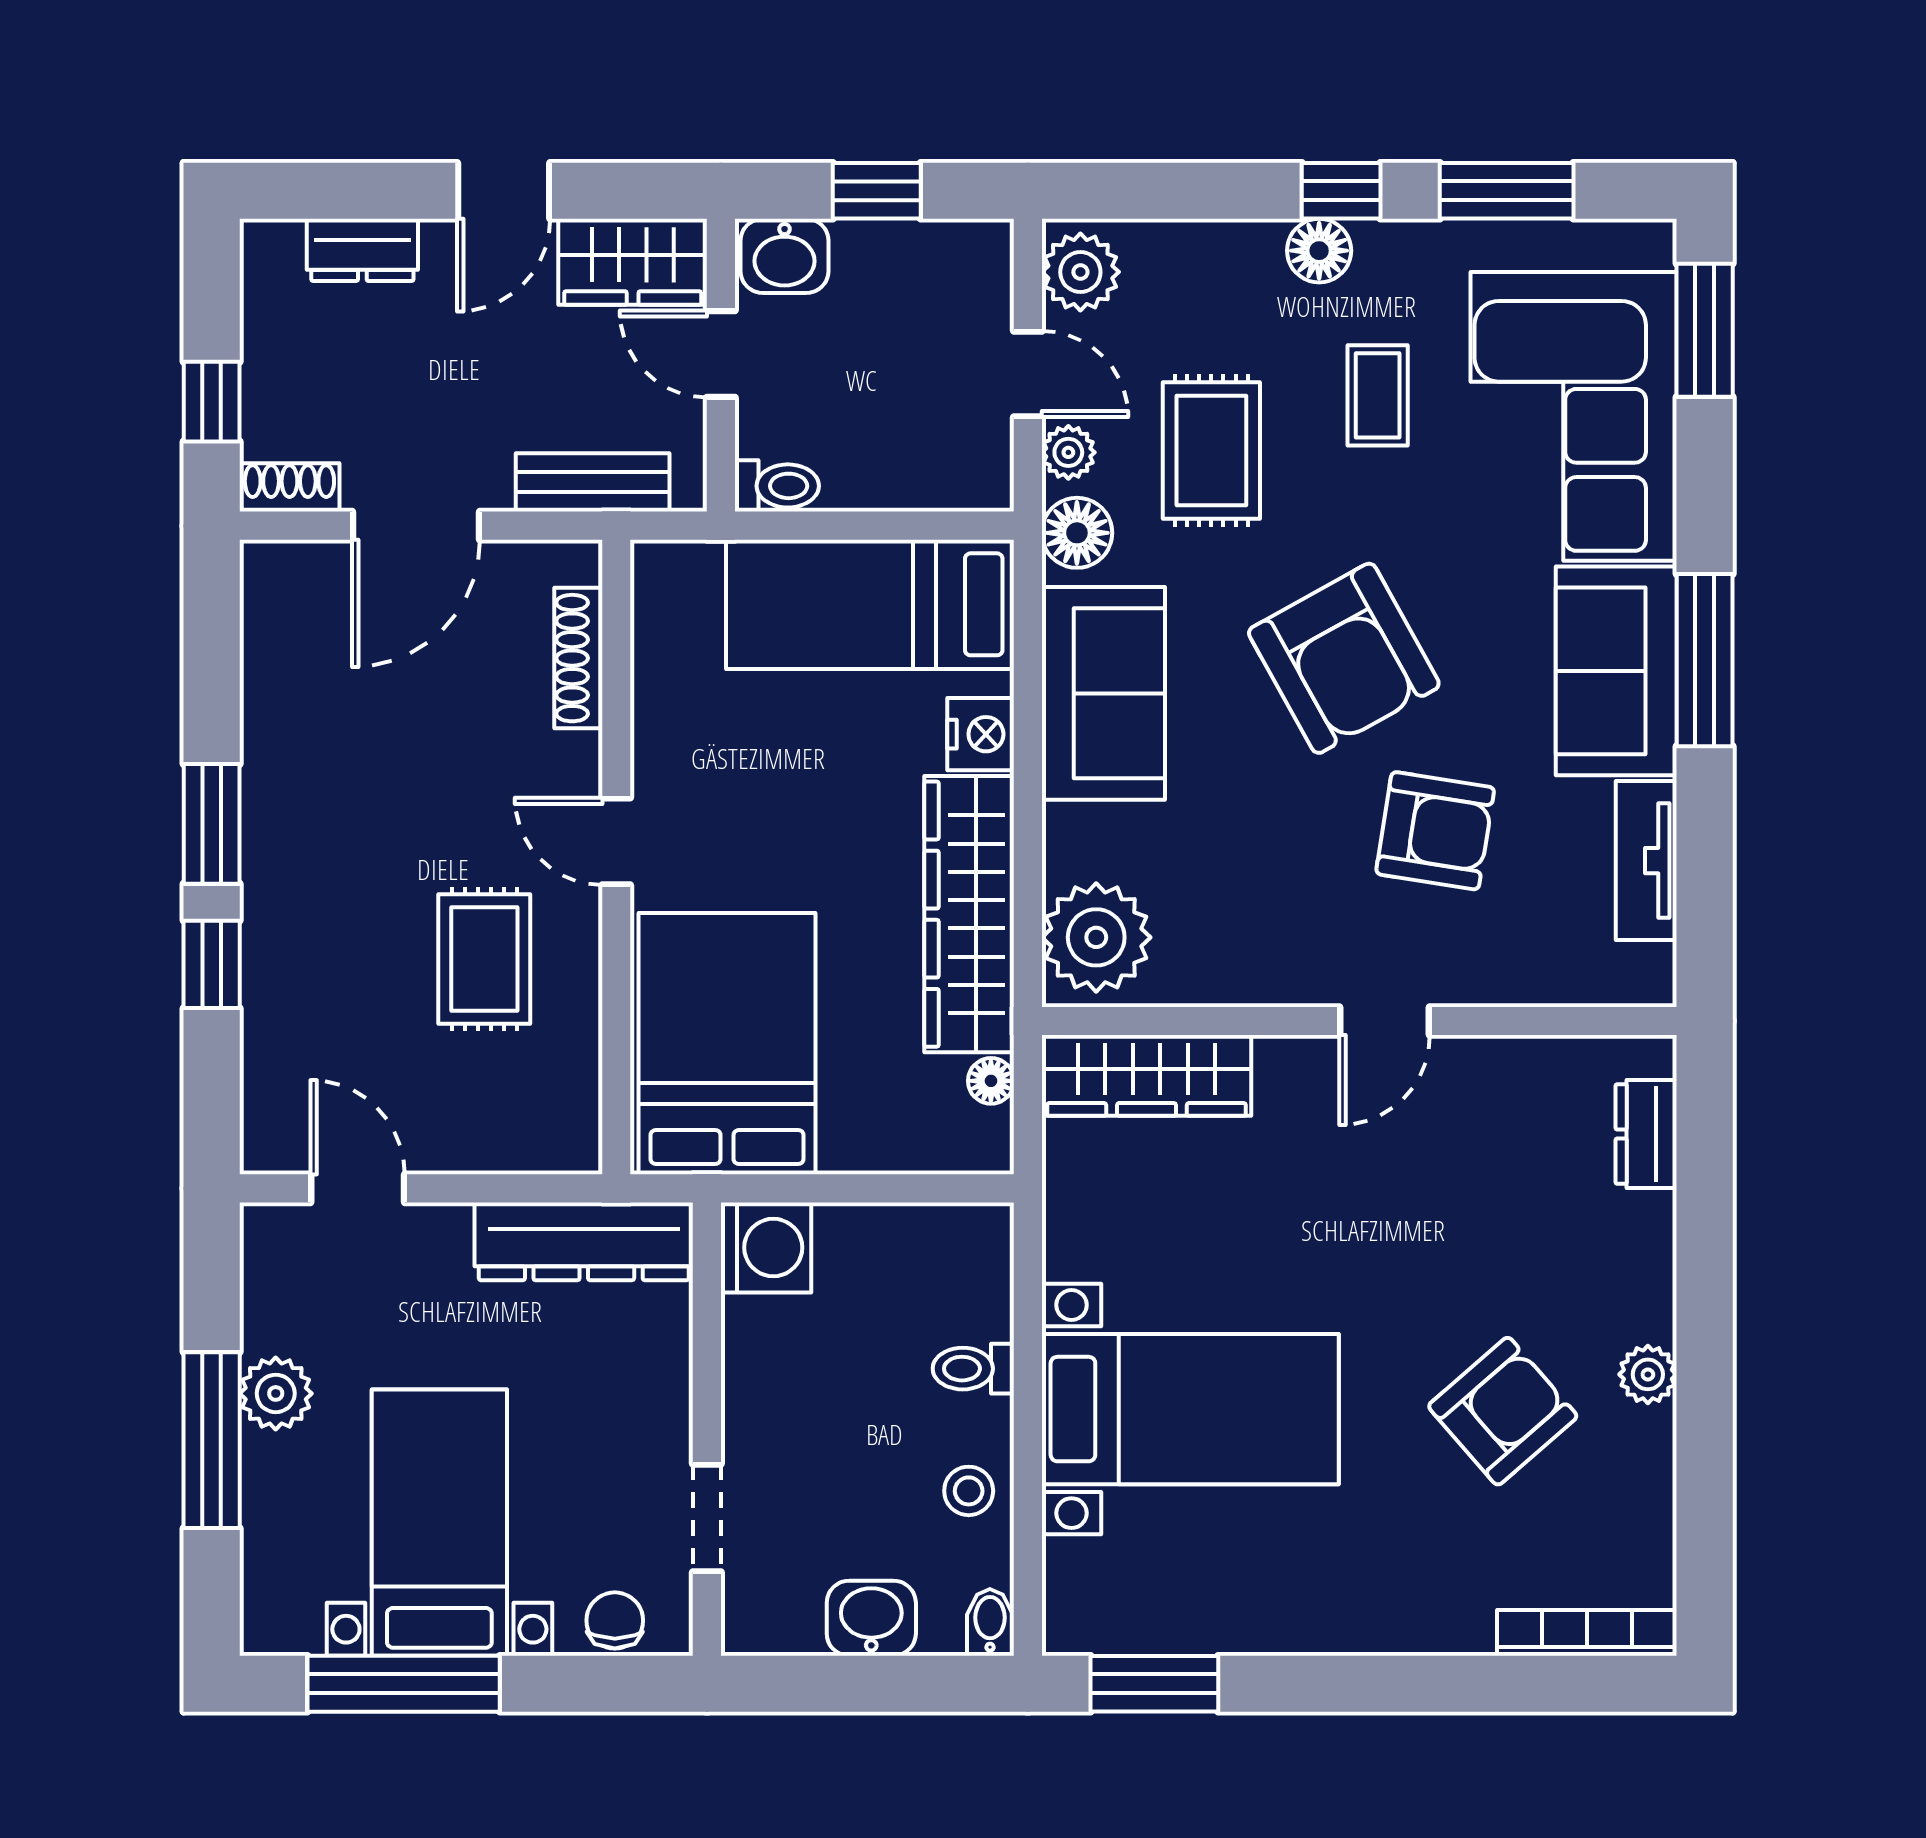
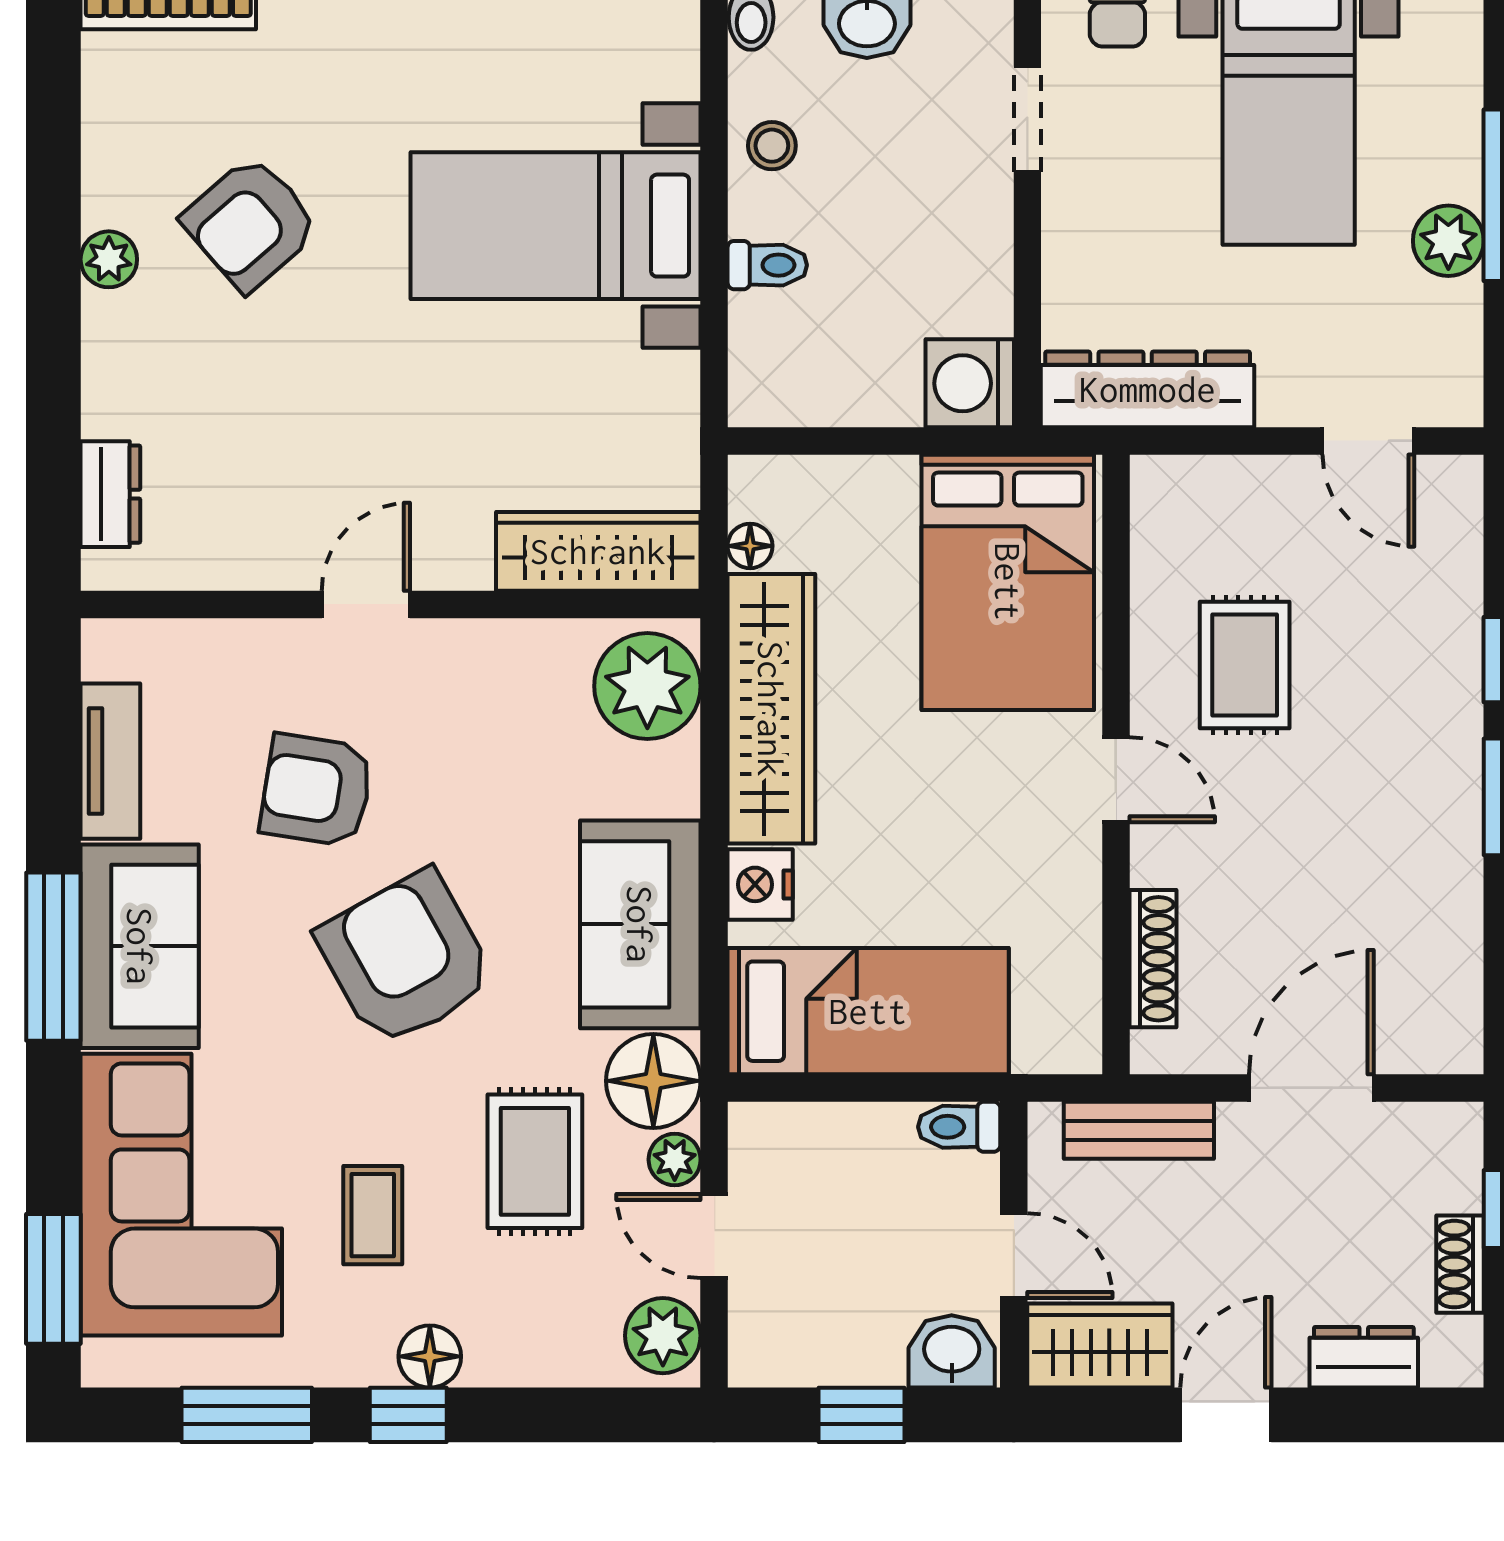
shoe rack: (289, 487) -> (1460, 1264), moved, turned 90
floor lamp: (1077, 533) -> (653, 1081), width x1.38, depth x1.38

